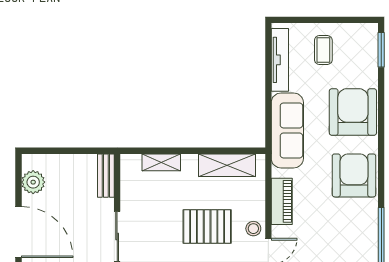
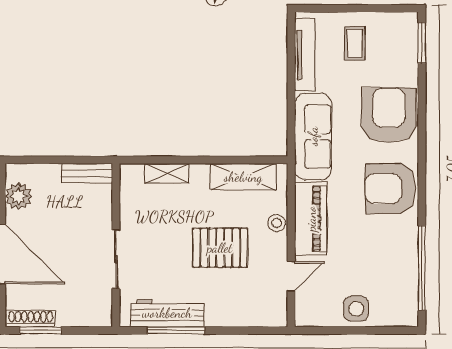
armchair: (354, 175) -> (390, 189), turned -90
bench: (106, 176) -> (87, 173), moved, turned 90
piano: (282, 201) -> (311, 219), width x1.37, depth x1.33
stool: (253, 229) -> (277, 223), moved

